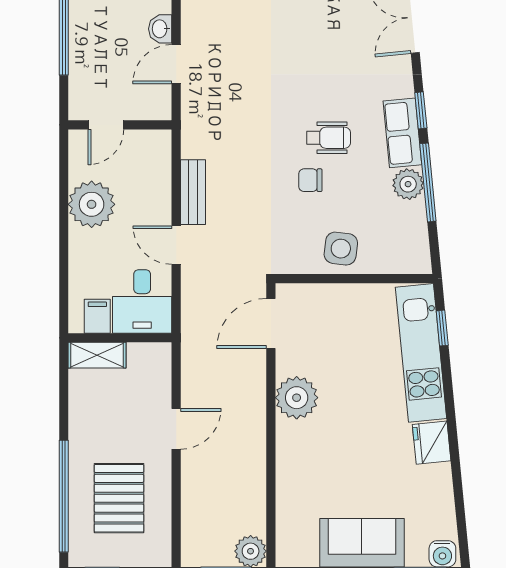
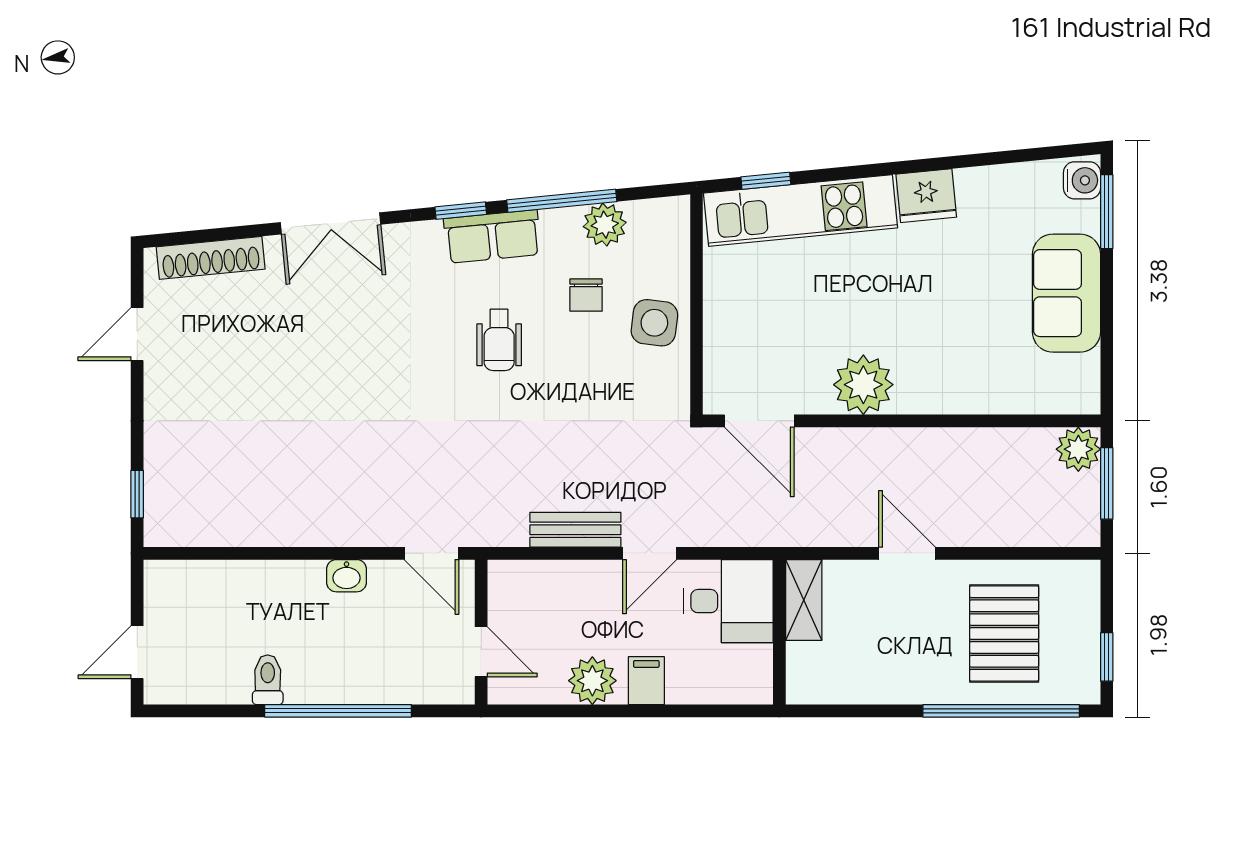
door: (176, 64) -> (432, 553), moved
wheelchair: (329, 138) -> (499, 340), turned 180
chair: (310, 180) -> (586, 295), moved
plant: (408, 184) -> (605, 225), moved
plant: (92, 204) -> (592, 681), width x0.73, depth x0.73
filing cabinet: (97, 316) -> (646, 681), moved, turned 90
shelving: (97, 355) -> (804, 600), moved
pallet: (119, 498) -> (1004, 634), turned 90

